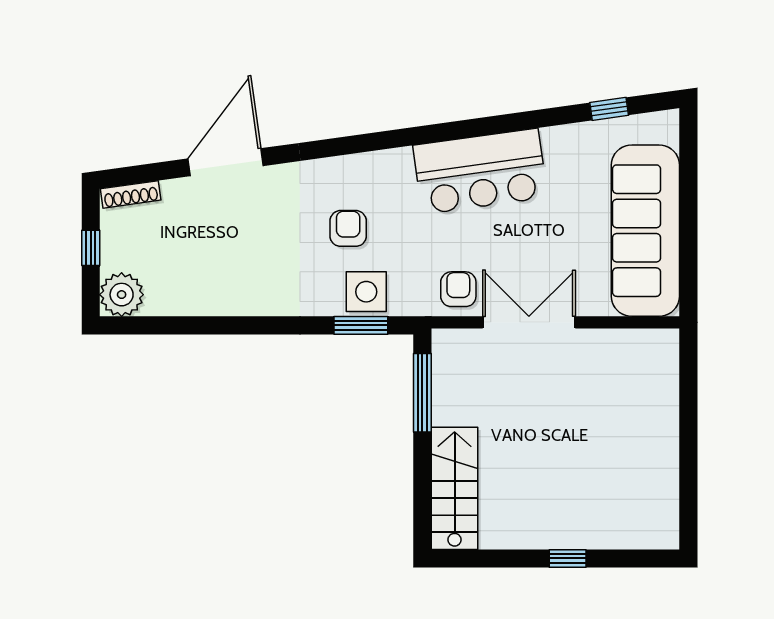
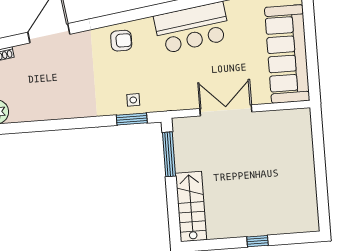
armchair: (348, 228) -> (121, 41), moved, turned 90
armchair: (458, 289) -> (185, 95), removed
side table: (366, 292) -> (133, 100), width x0.54, depth x0.54

